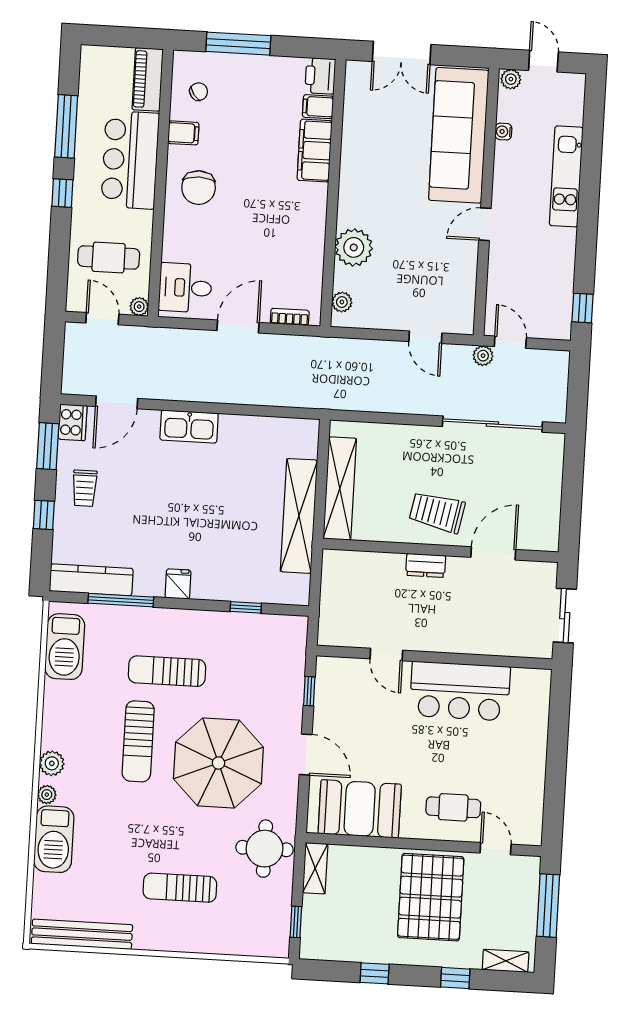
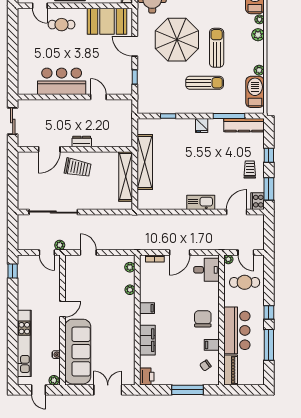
filing cabinet: (318, 107) -> (147, 308), moved
kitchen unit: (566, 176) -> (24, 343), width x1.36
plant: (354, 247) -> (130, 290), width x0.53, depth x0.53
plant: (54, 691) -> (259, 70), added

